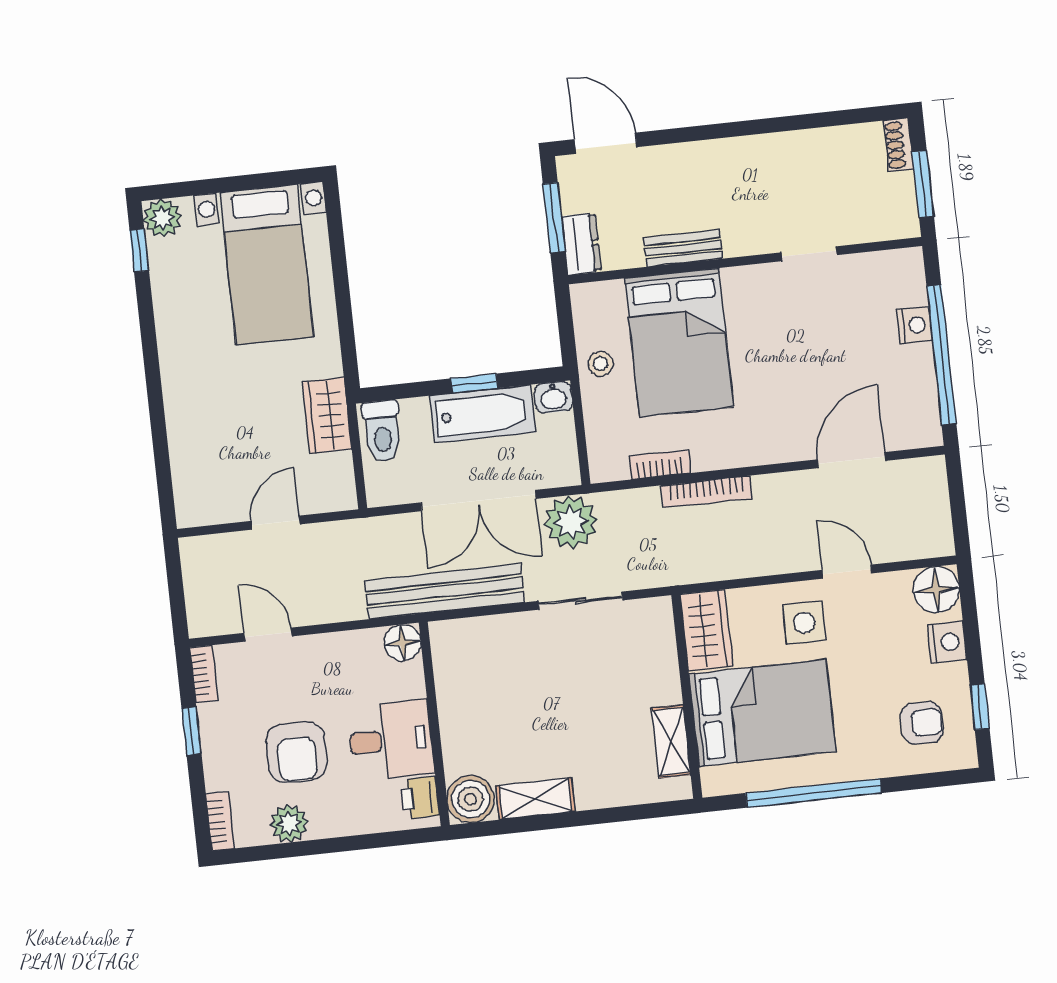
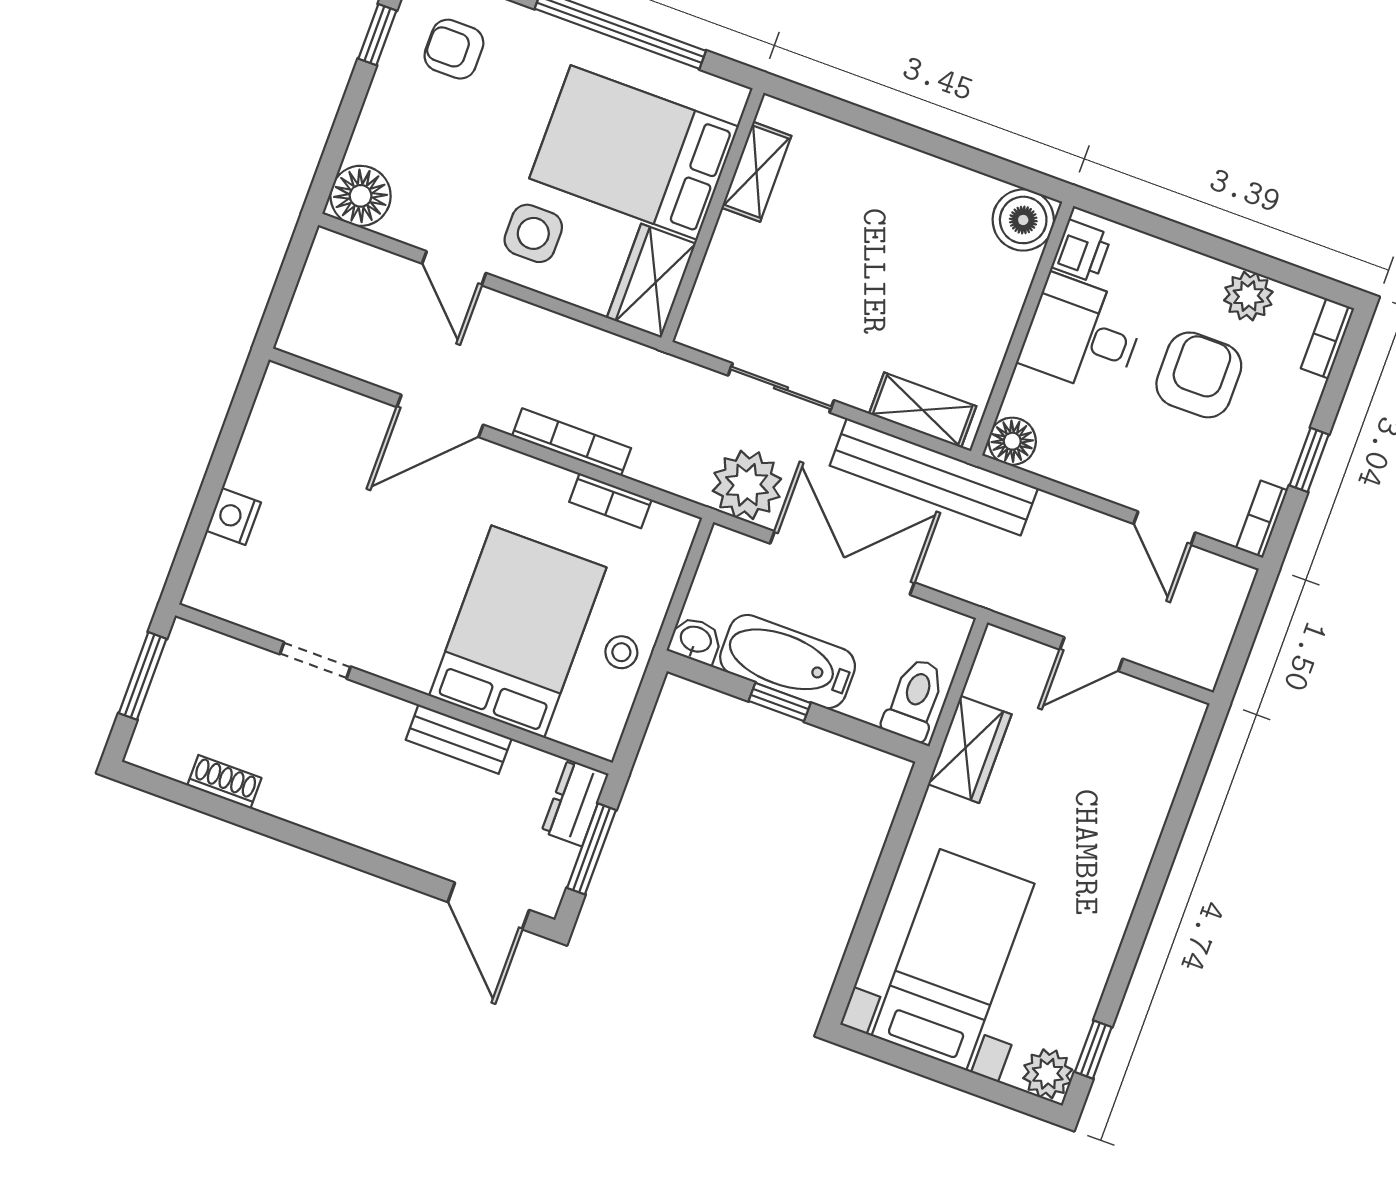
shoe rack: (899, 145) -> (224, 782), moved, turned -90
window: (941, 355) -> (219, 467), removed
door: (851, 460) -> (440, 416), moved
nightstand: (947, 642) -> (378, 129), removed
shelving: (535, 799) -> (923, 410), moved

